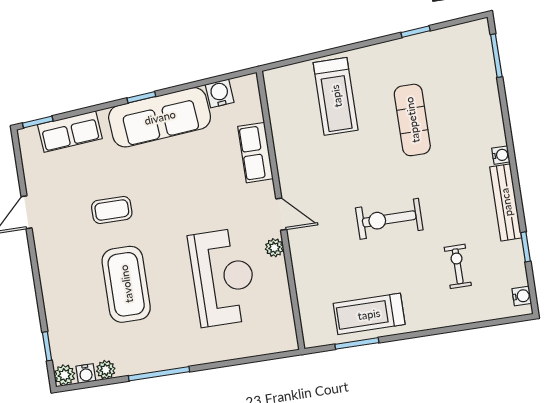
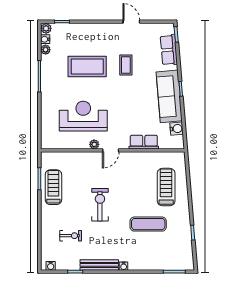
treadmill: (336, 96) -> (166, 187), turned 90
reception desk: (223, 277) -> (83, 116), turned 180

